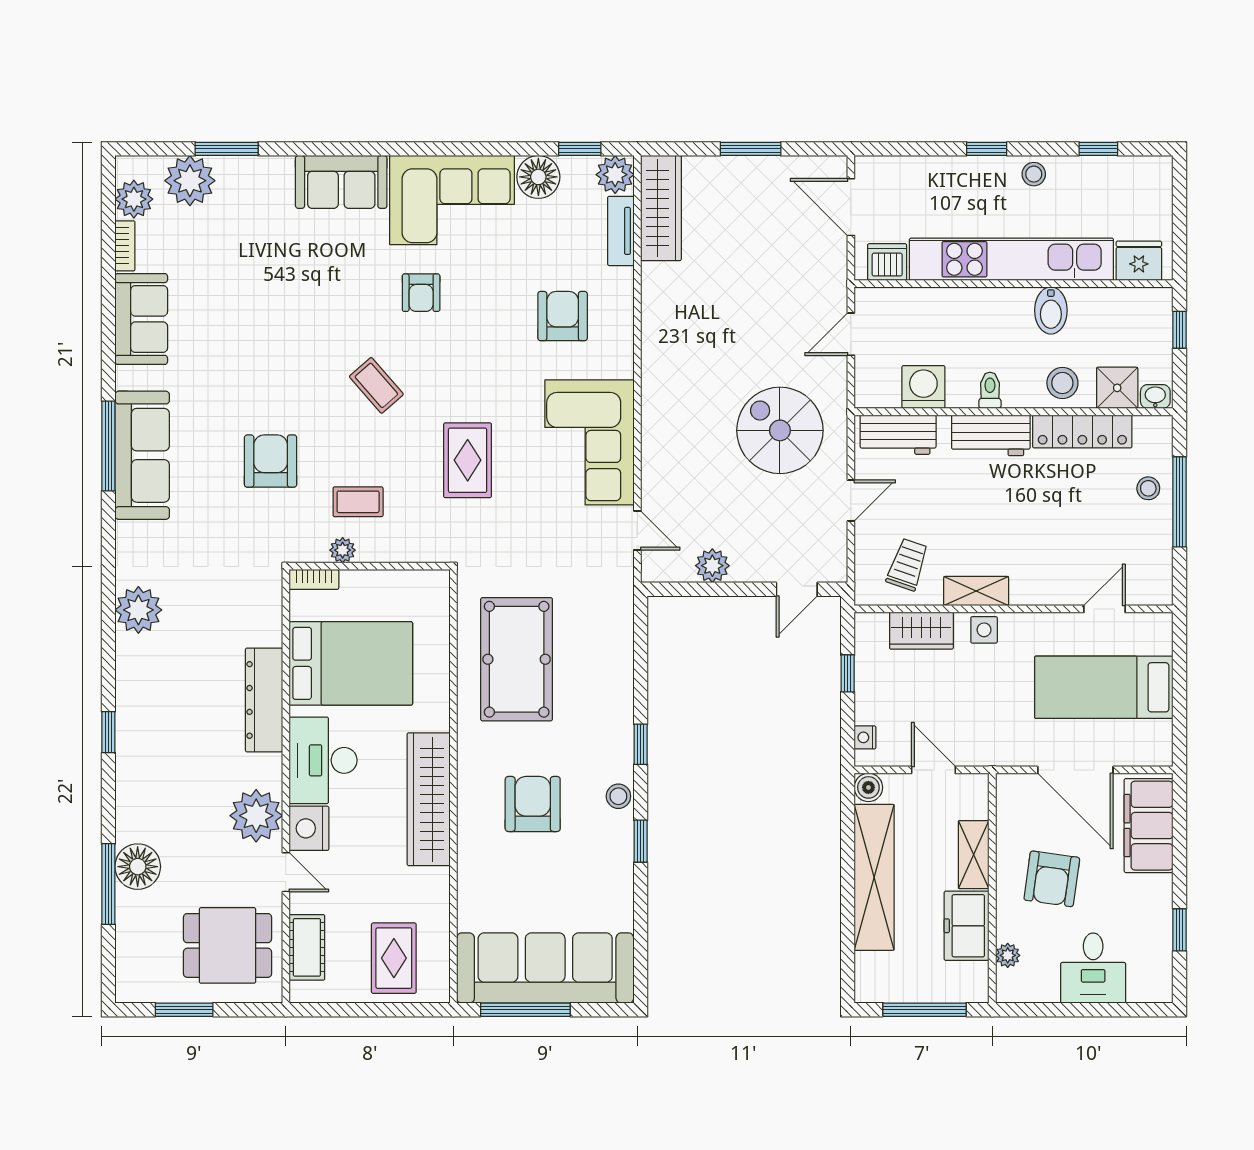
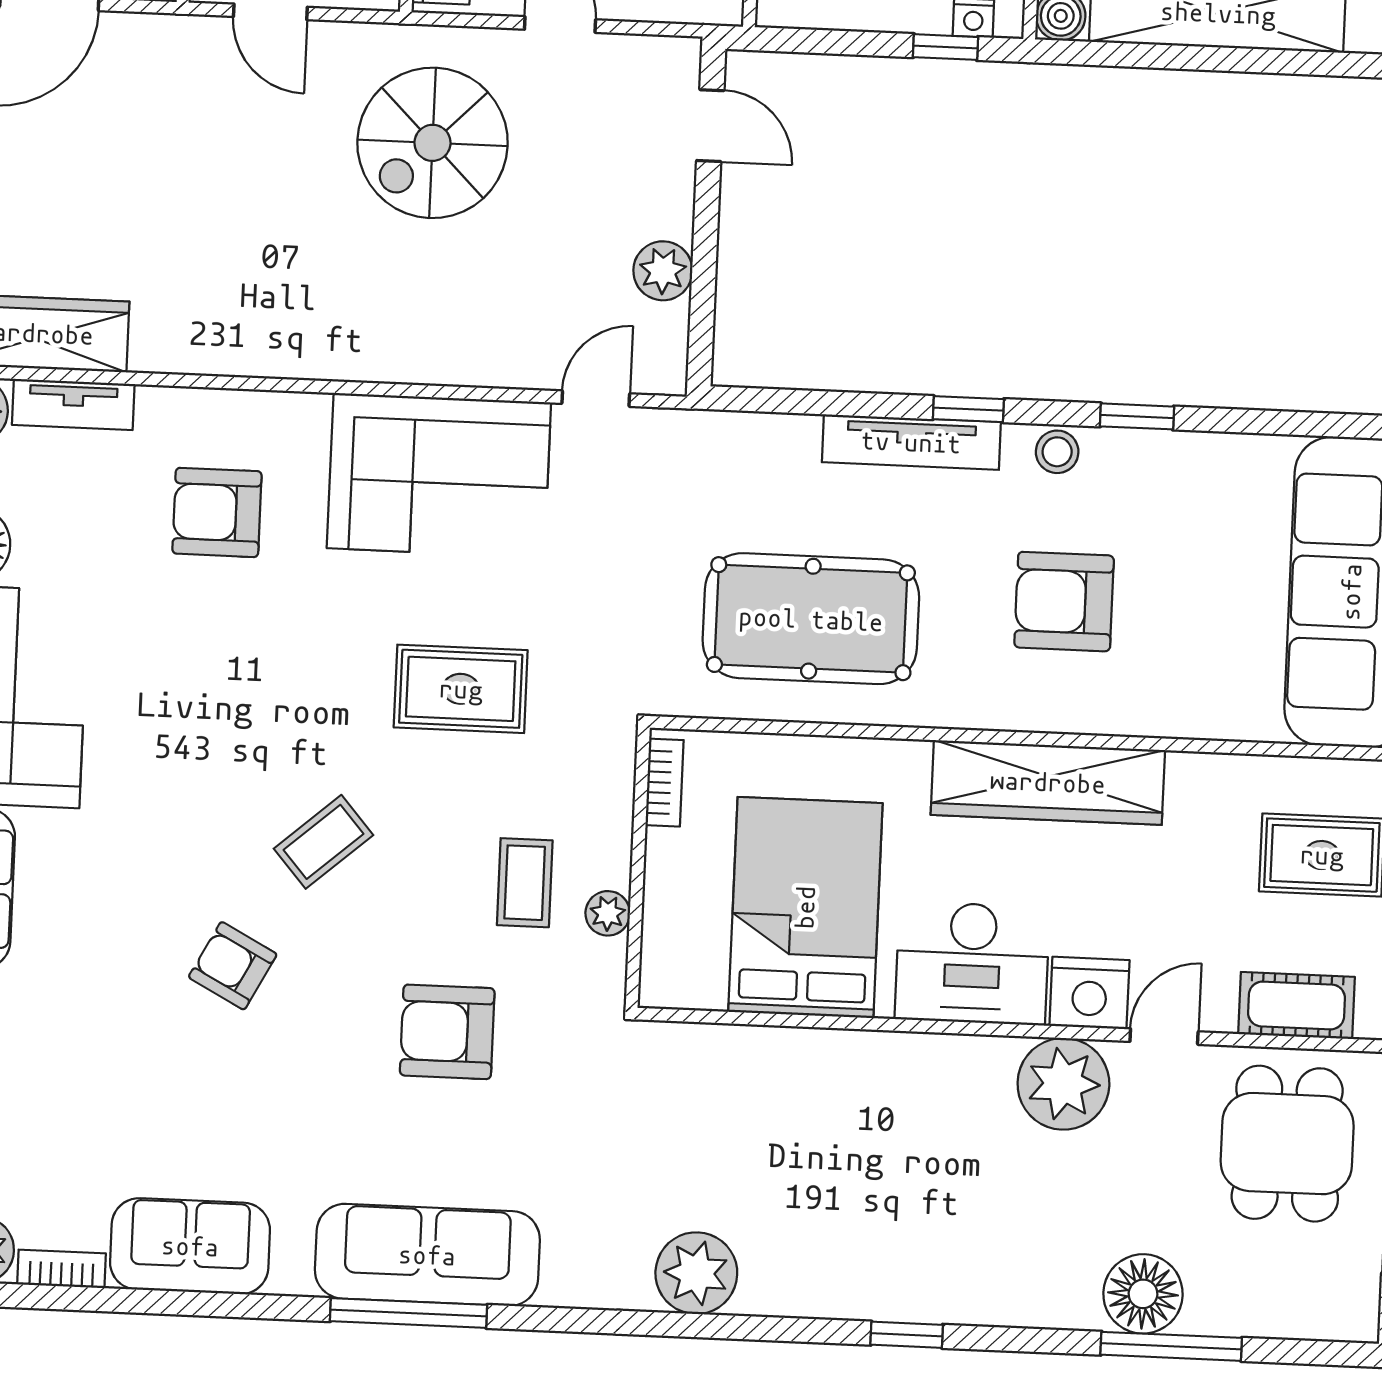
armchair: (421, 293) -> (233, 966), moved, turned -152
bookcase: (314, 579) -> (665, 783), moved
window: (848, 673) -> (945, 47), moved
dresser: (264, 700) -> (863, 1061), removed
tv unit: (620, 712) -> (911, 442), added

